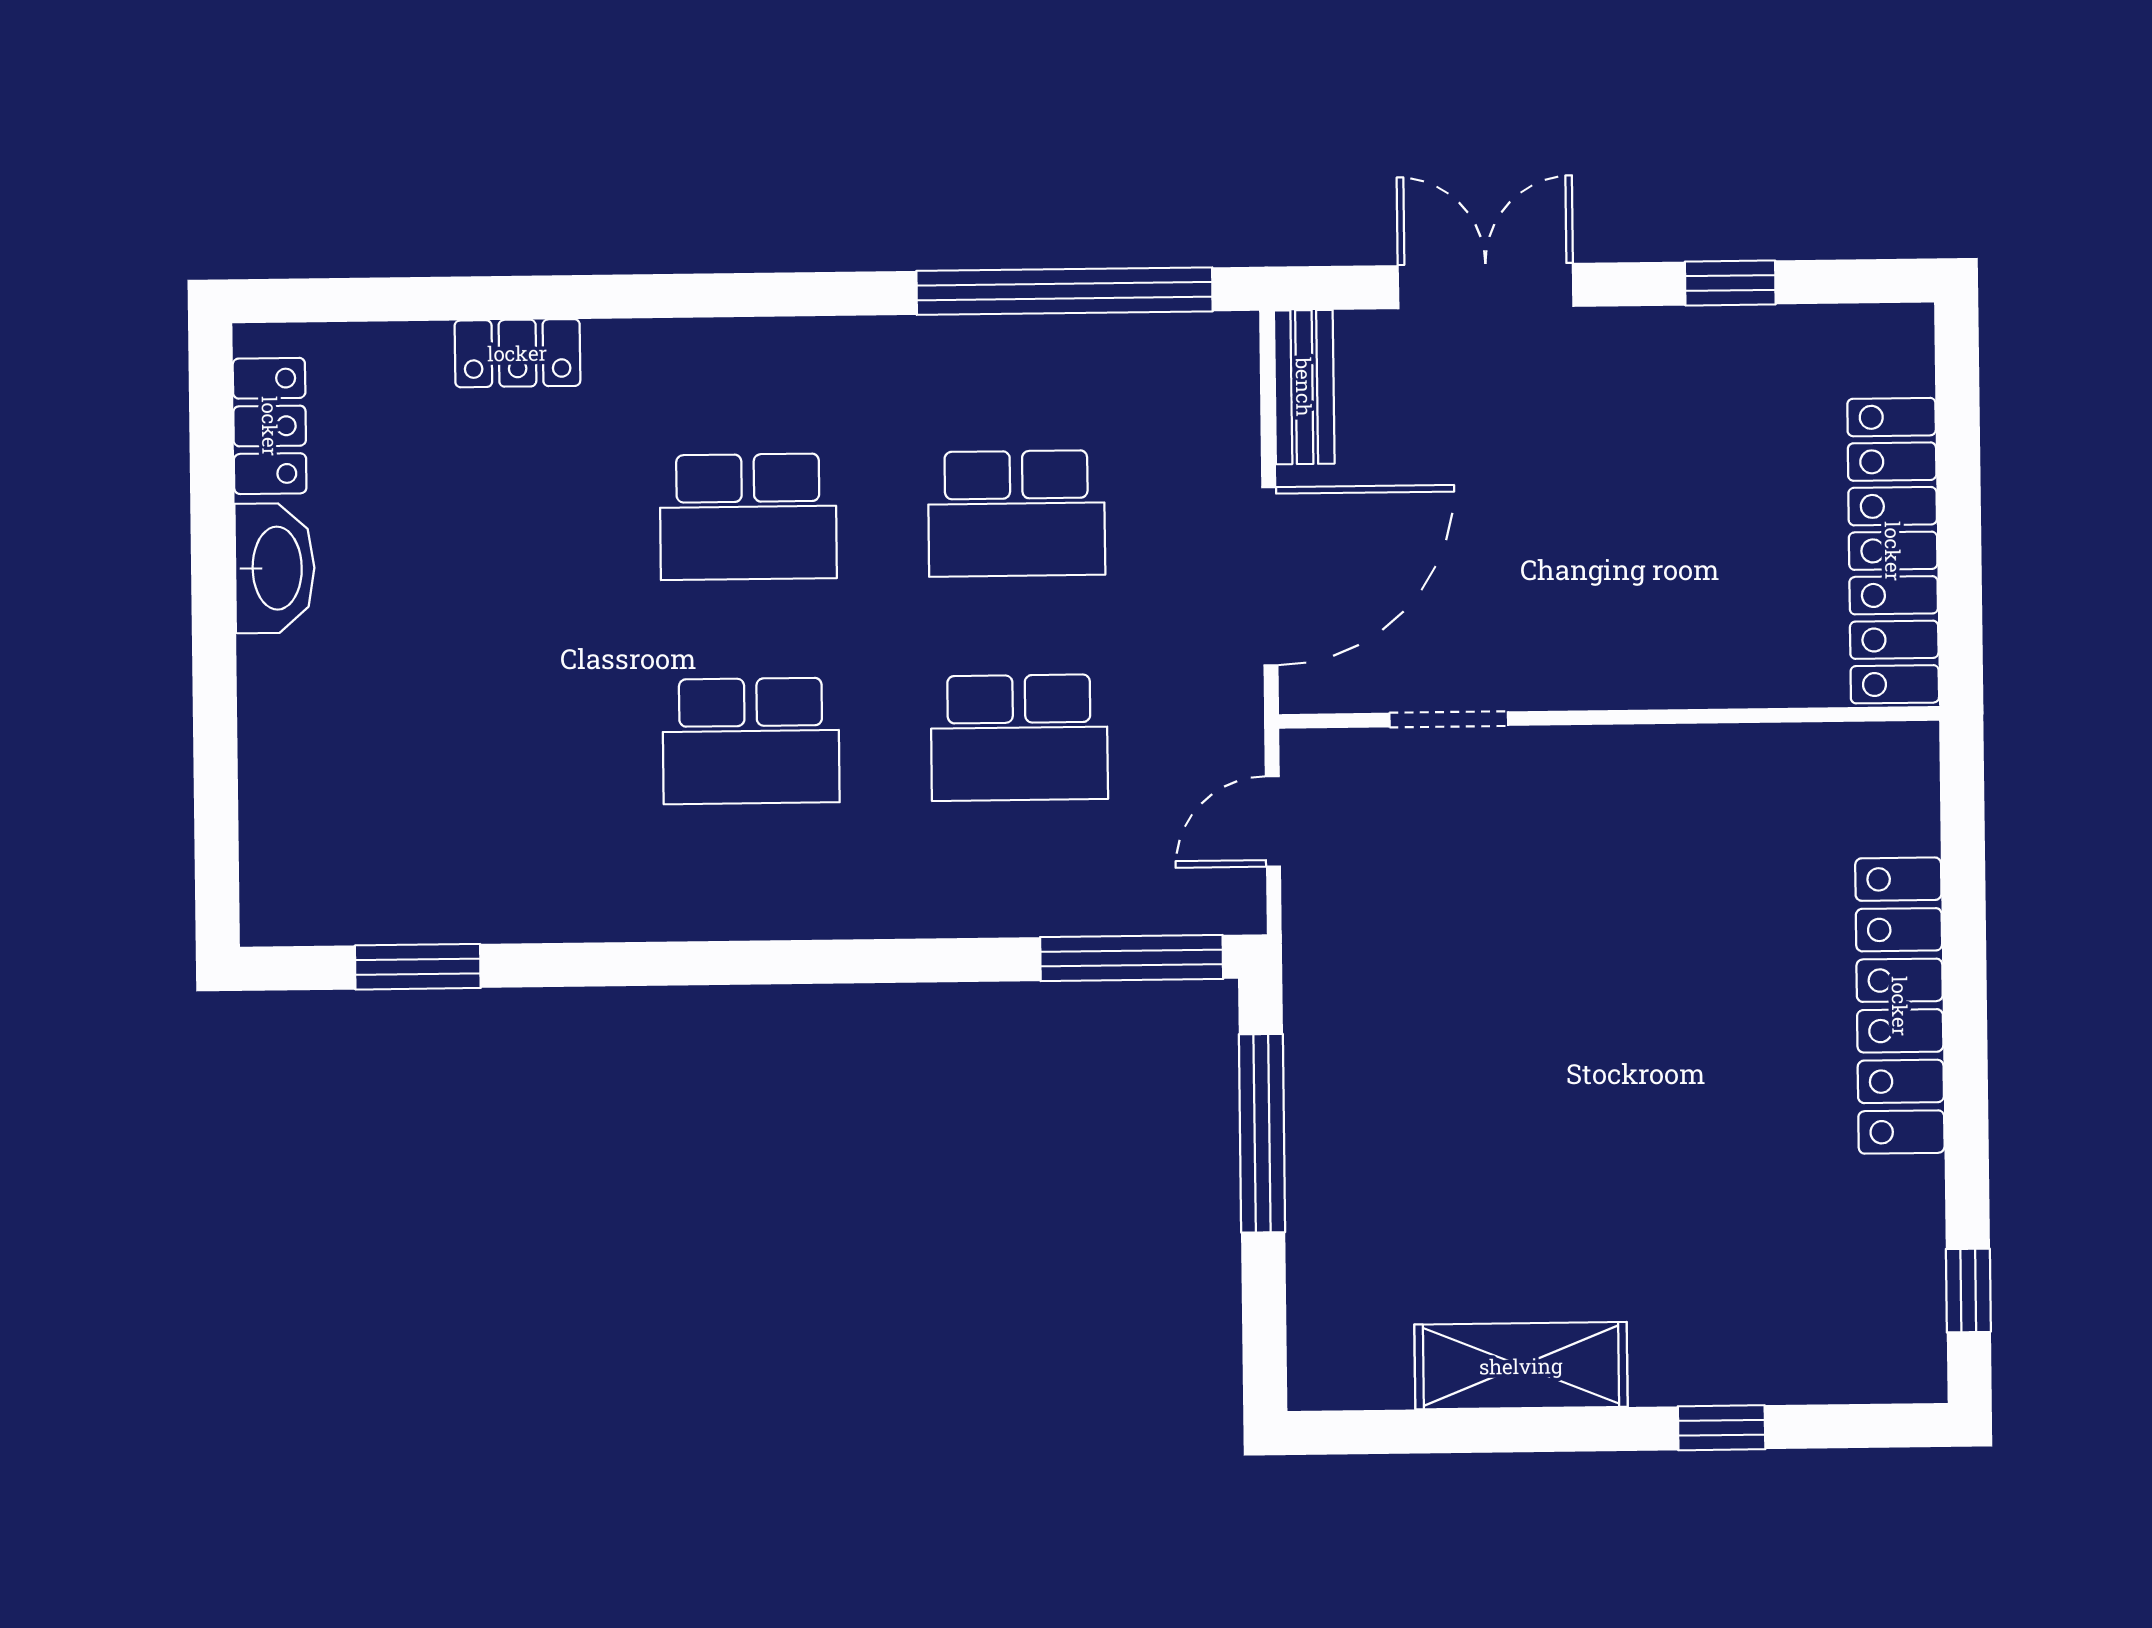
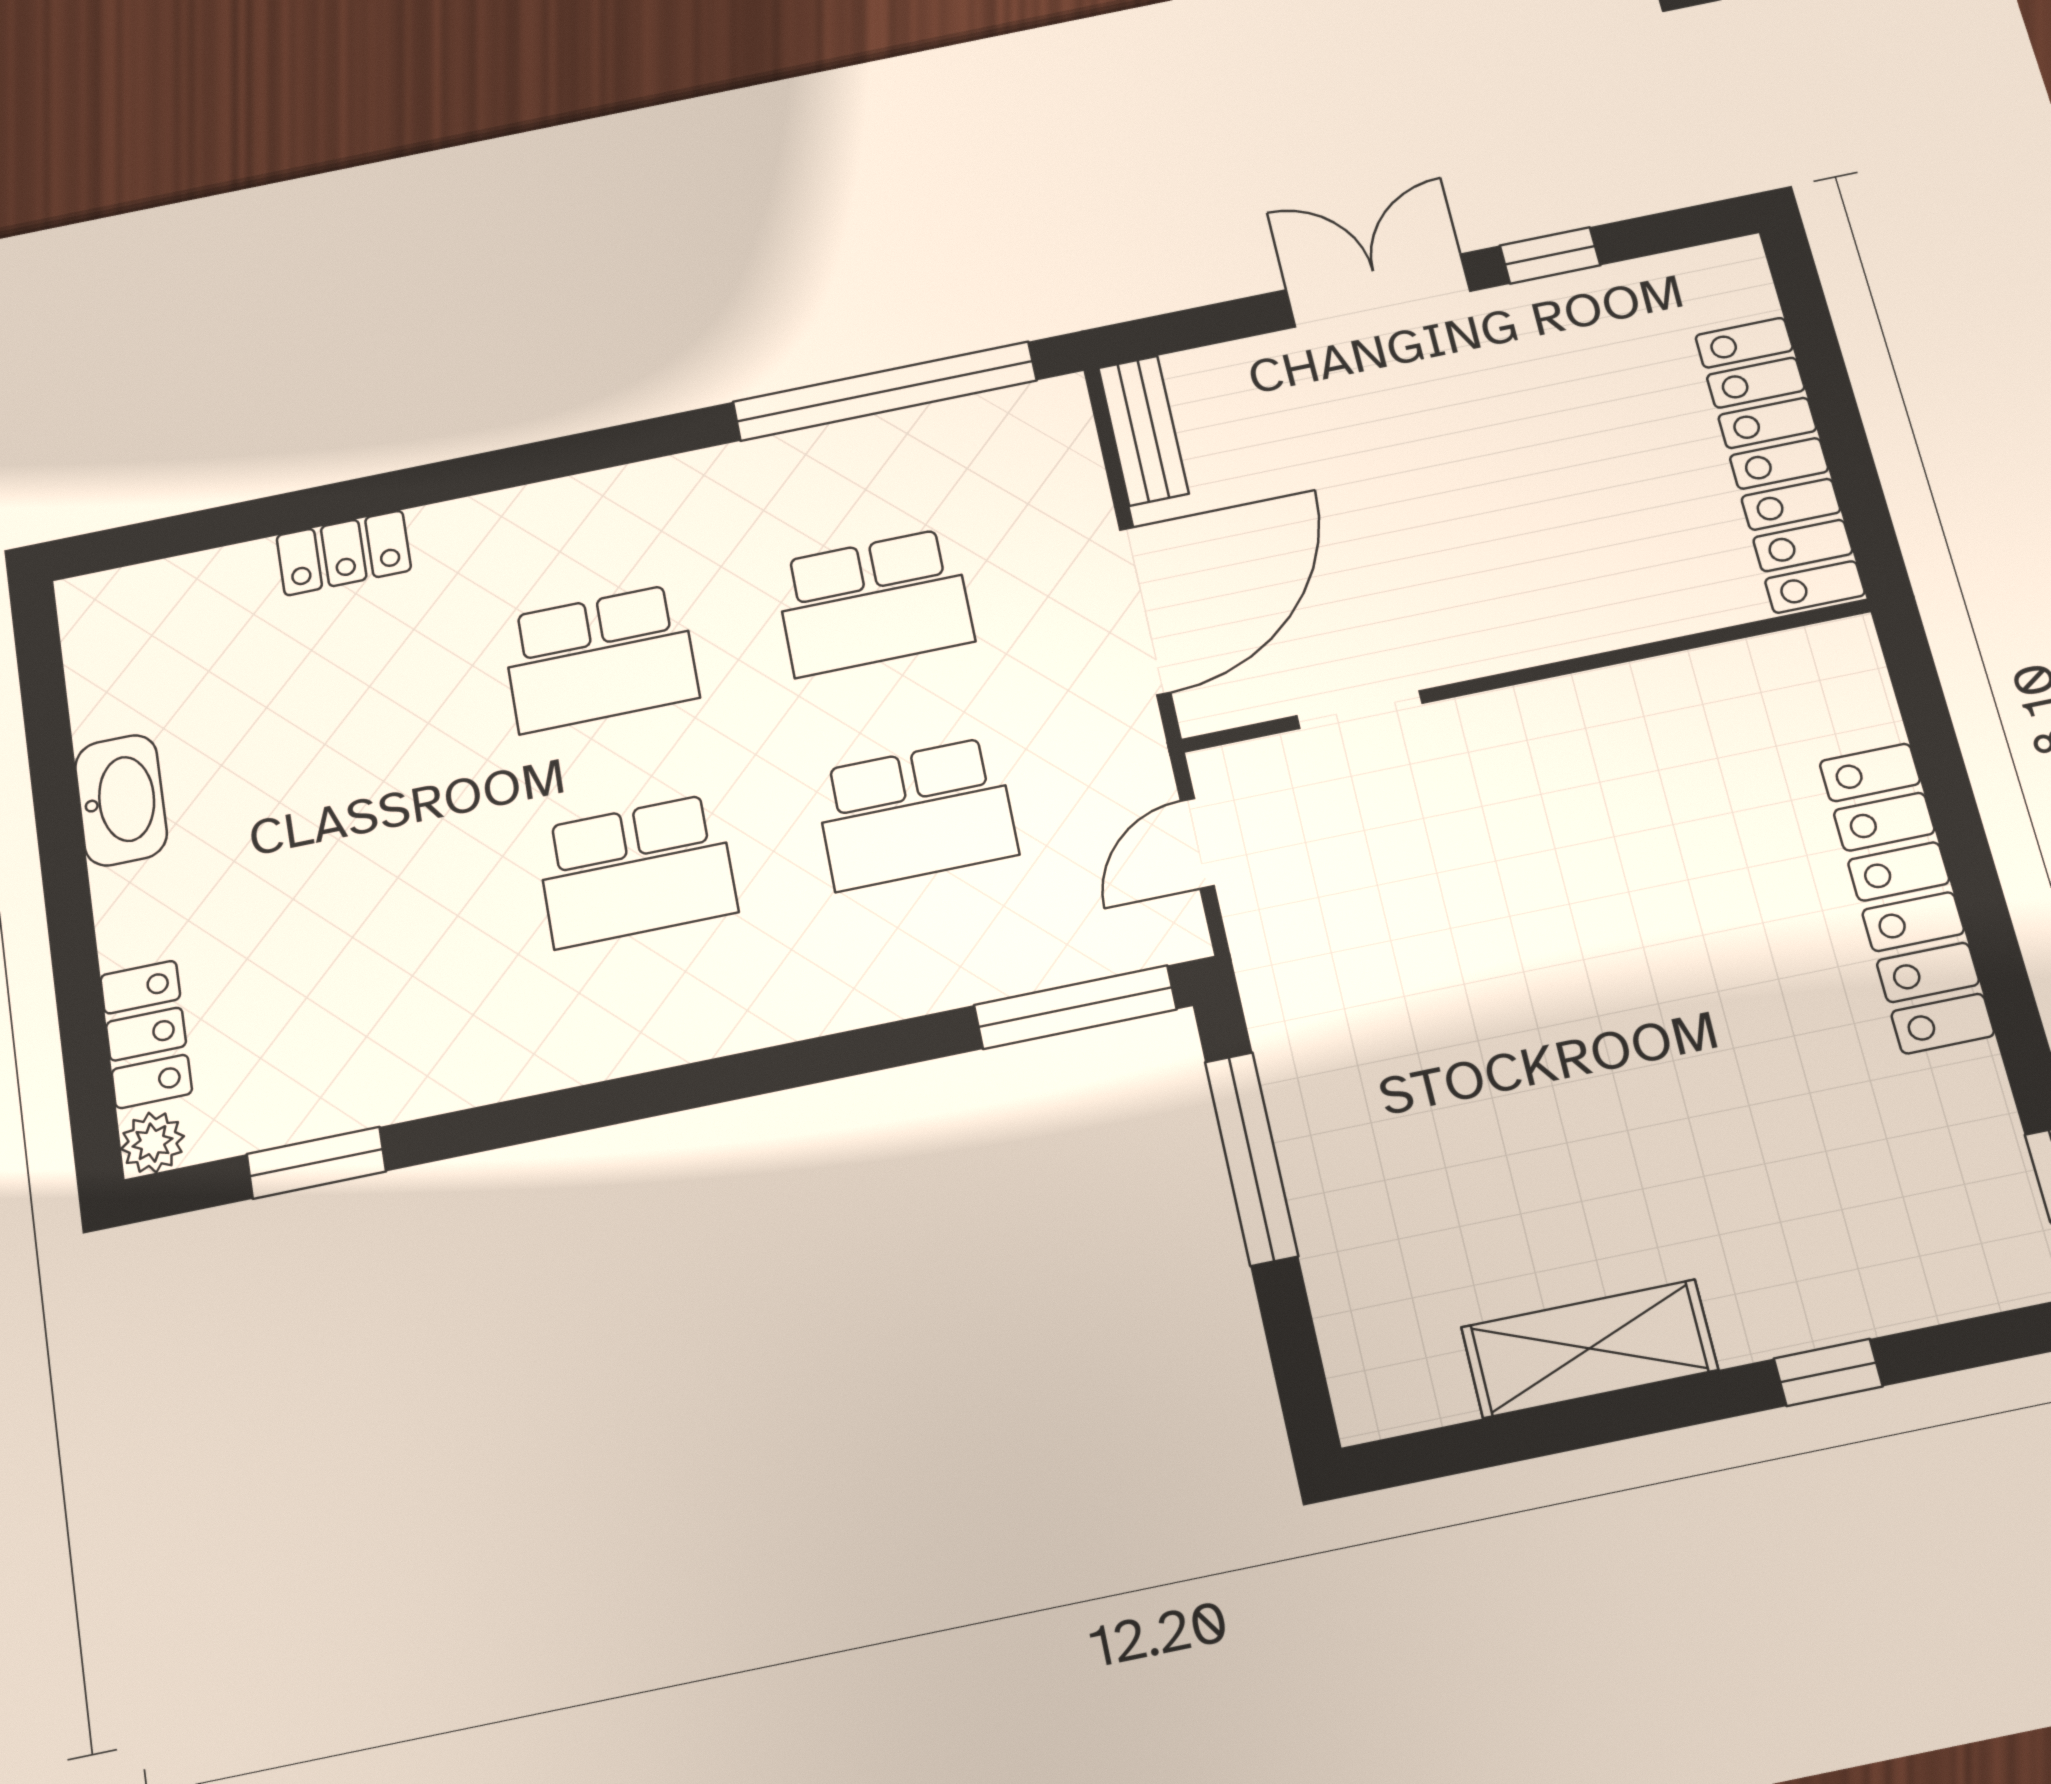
double door: (1486, 286) -> (1378, 290), moved
locker: (270, 426) -> (146, 1034), moved
plant: (269, 917) -> (152, 1143), added

